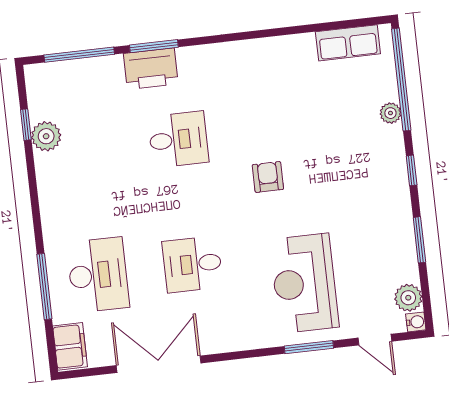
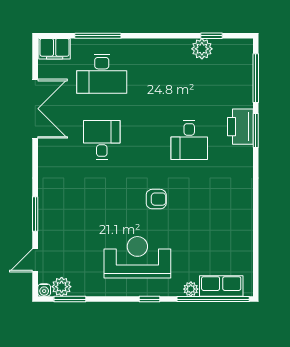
row of seats: (348, 43) -> (221, 286), moved, turned 90
window: (419, 240) -> (70, 299), moved
reception desk: (304, 283) -> (137, 257), moved

